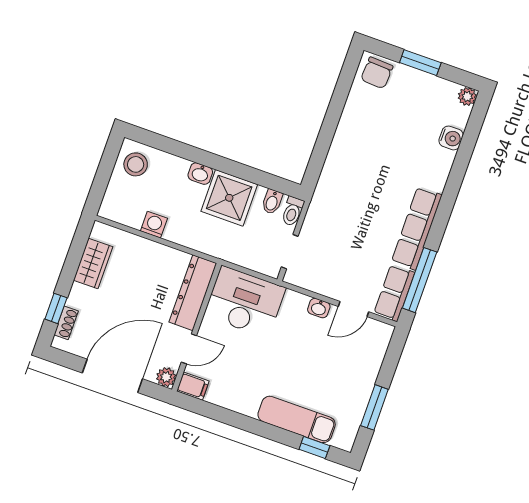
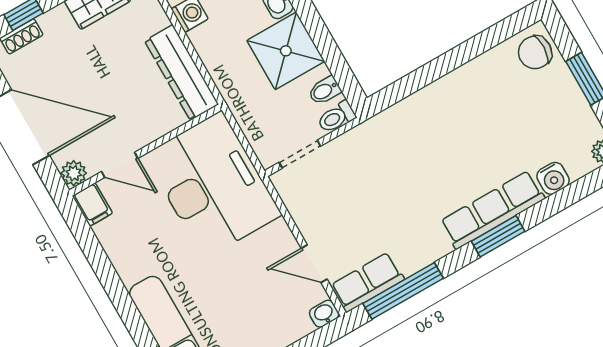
window: (448, 200) -> (498, 236), added
row of seats: (417, 228) -> (493, 210), moved
dresser: (193, 293) -> (182, 73), moved, turned -90
desk: (245, 302) -> (213, 185), width x1.36, depth x1.30
washbasin: (319, 308) -> (324, 314), moved, turned 90

